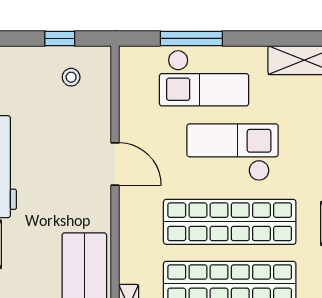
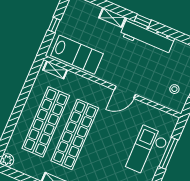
checkout: (233, 152) -> (107, 150), removed

